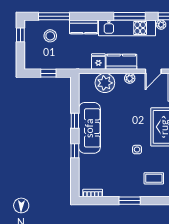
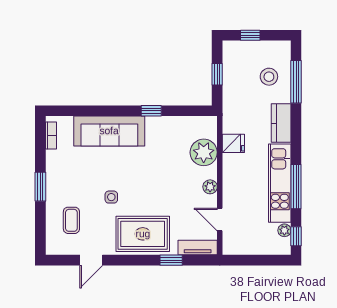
window: (20, 35) -> (250, 35), moved
kitchen counter: (121, 62) -> (233, 175), removed
sofa: (89, 128) -> (109, 131), moved
window: (75, 151) -> (110, 111), removed

